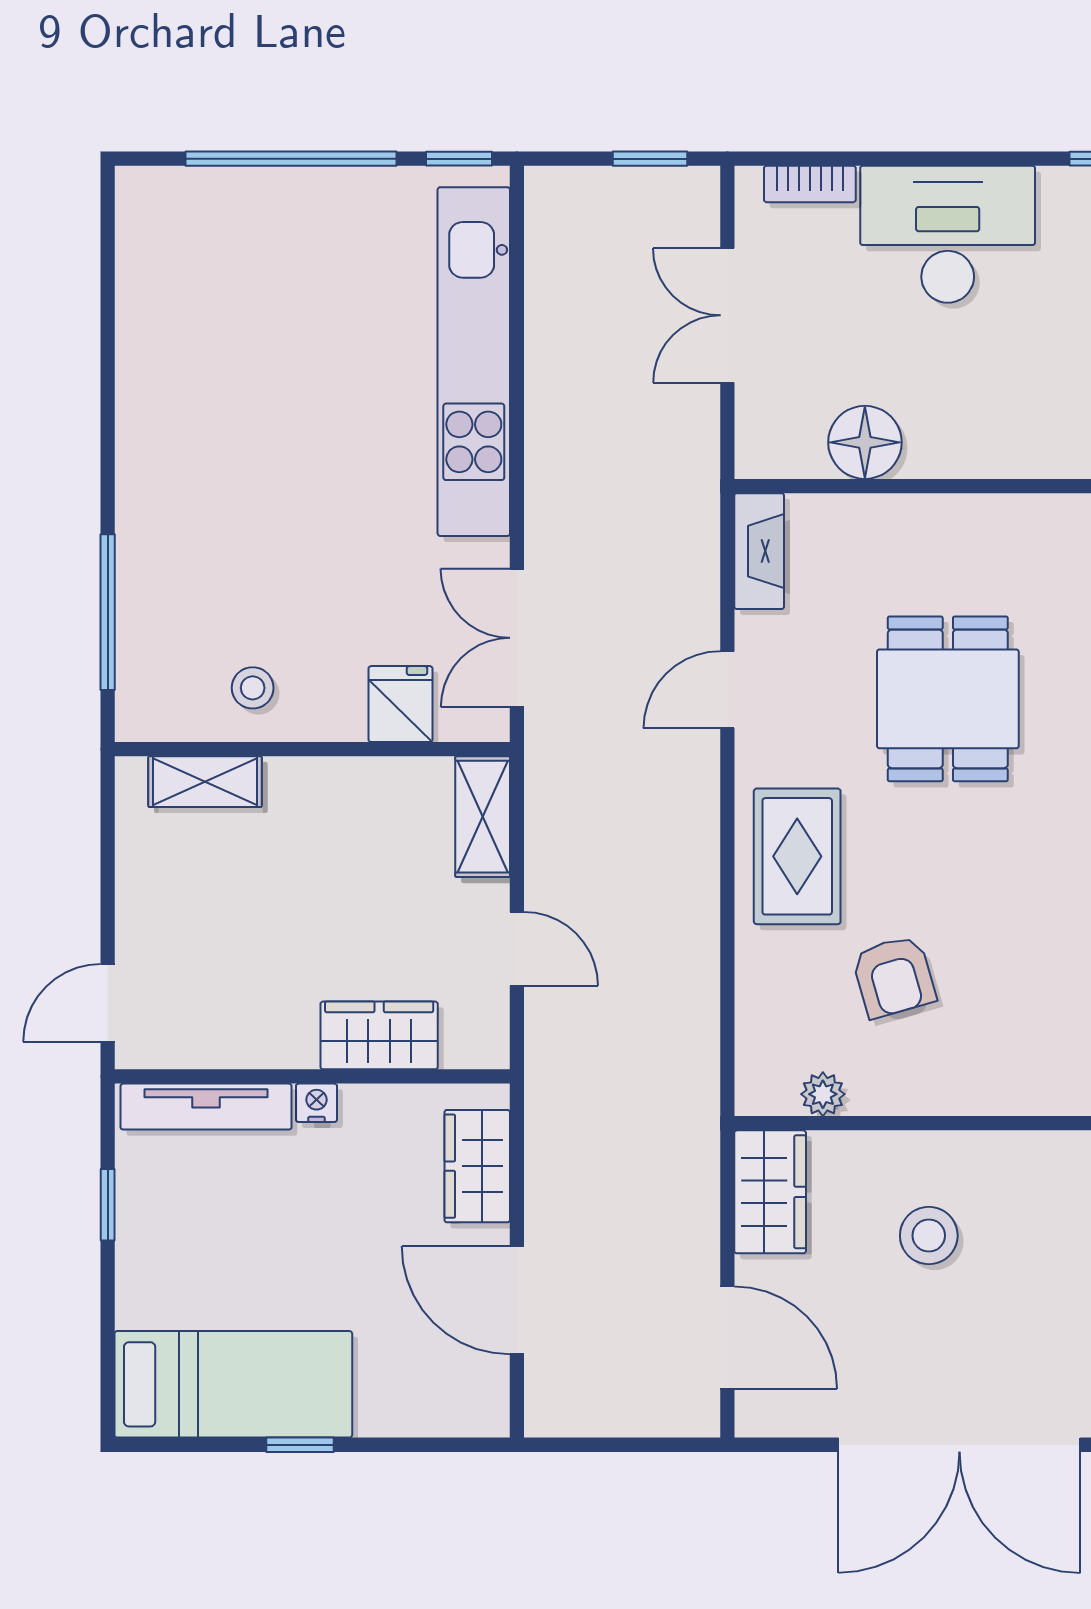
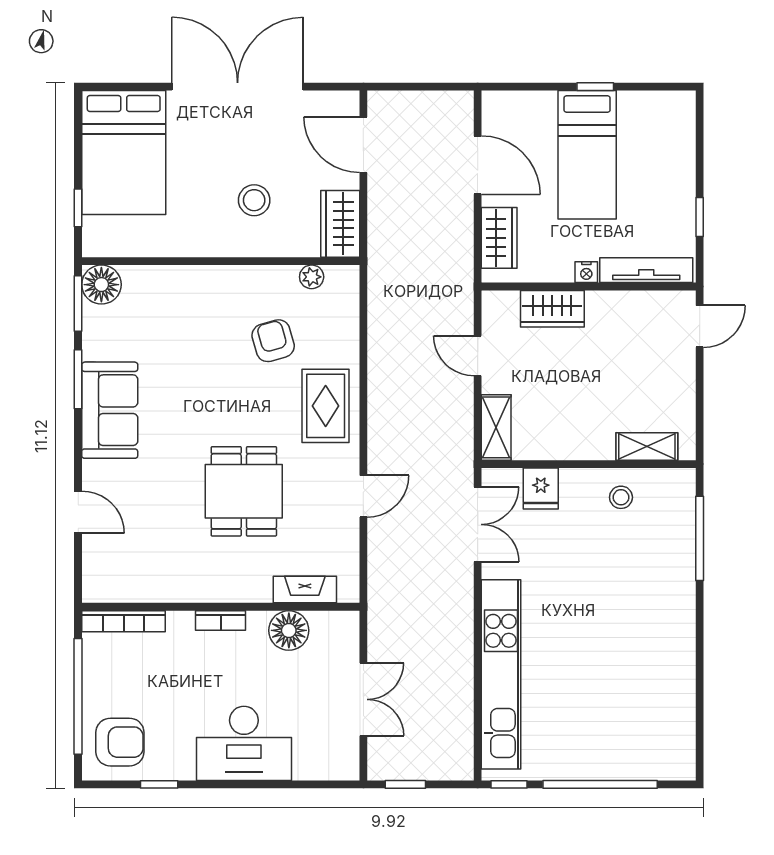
bookcase: (810, 184) -> (221, 621), moved, turned 180
fireplace: (759, 551) -> (305, 590), moved, turned 90
bed: (233, 1384) -> (587, 155), moved, turned -90

